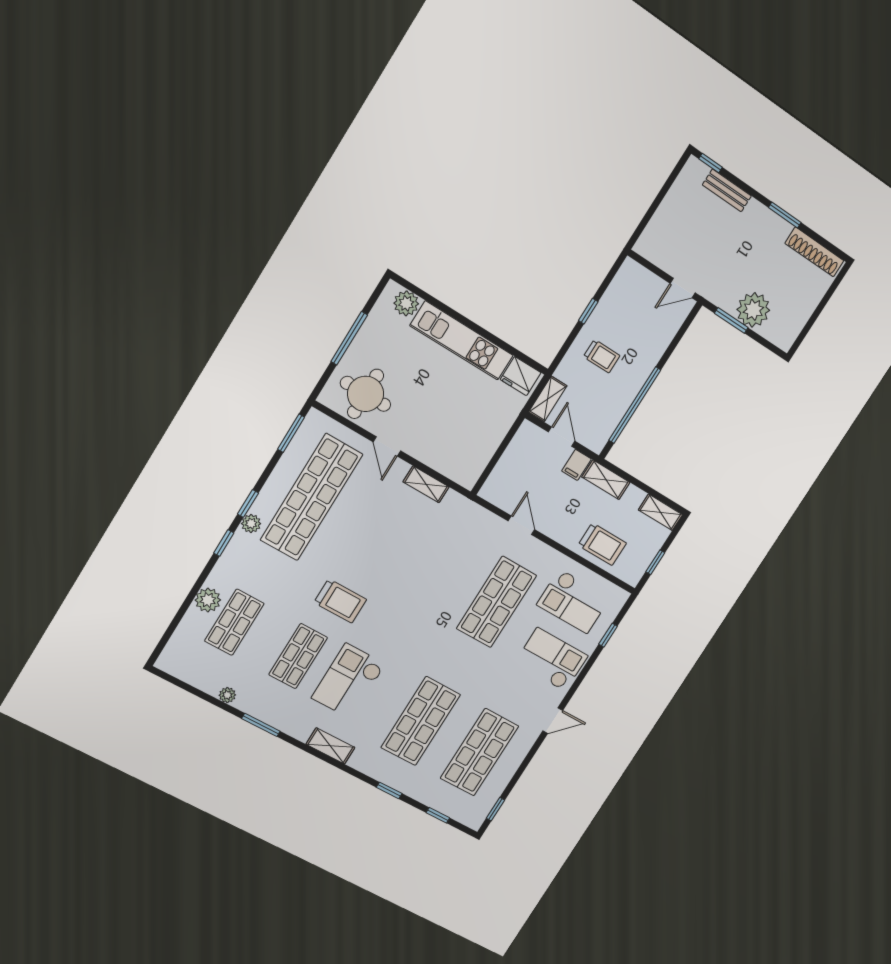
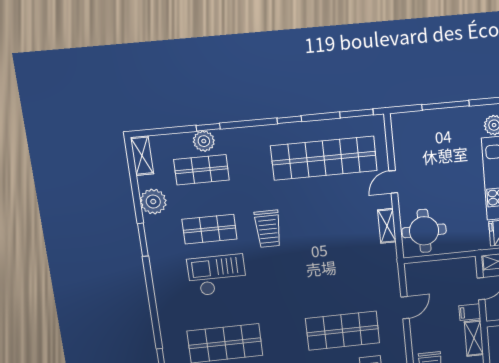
round table: (366, 394) -> (424, 231), moved
plant: (251, 524) -> (277, 132), removed
window: (224, 543) -> (208, 127), moved
plant: (227, 695) -> (153, 202), width x1.88, depth x1.88
shelving: (330, 746) -> (142, 156), moved

